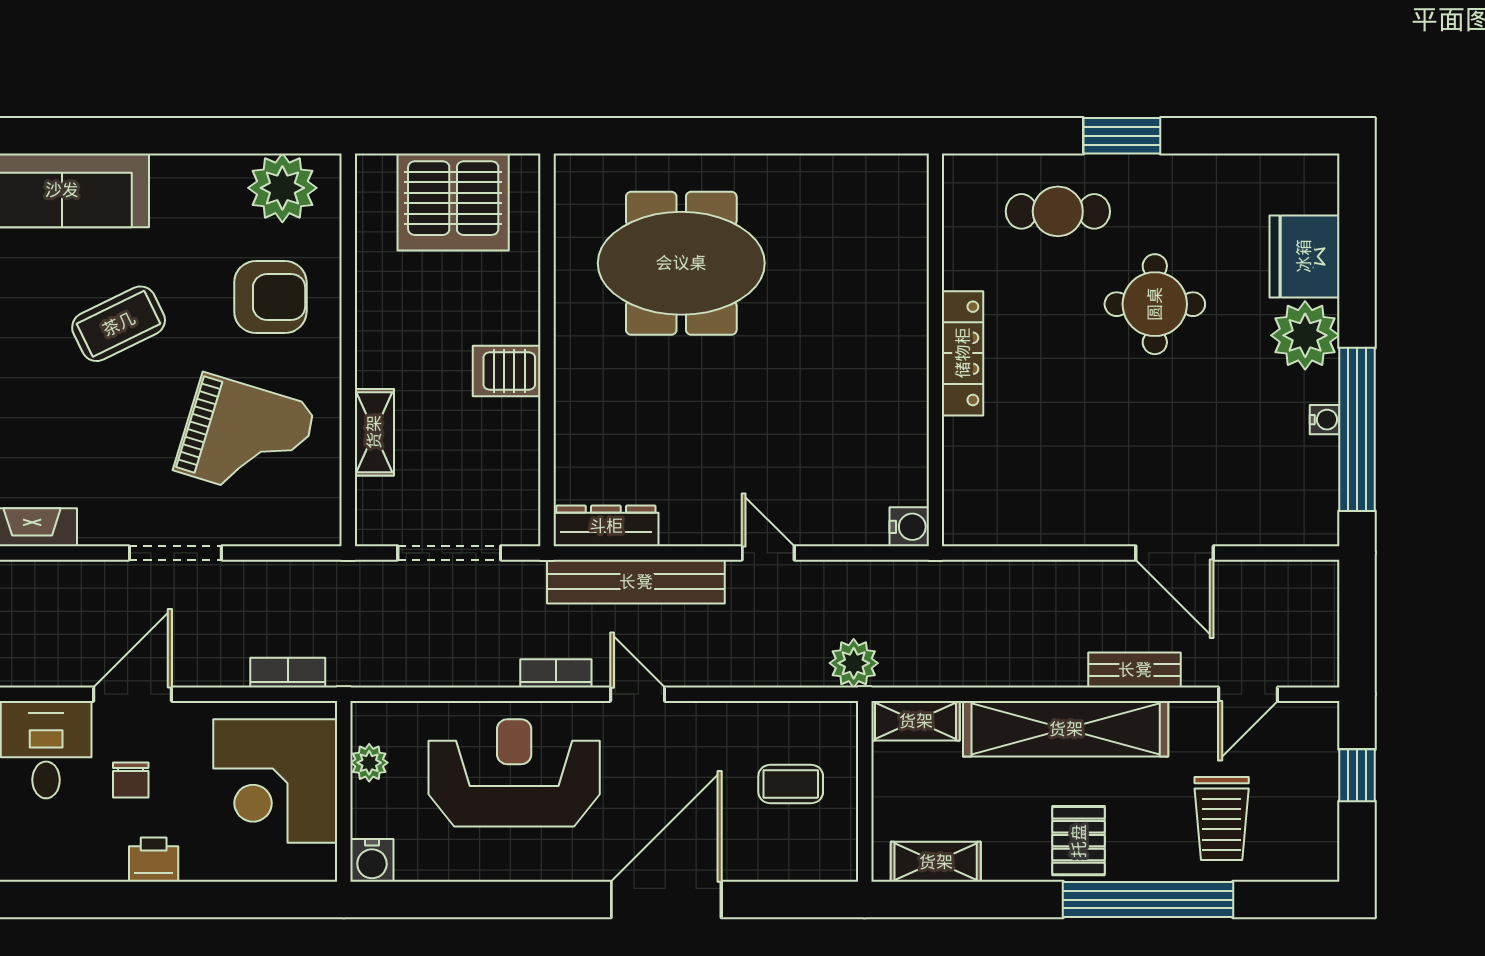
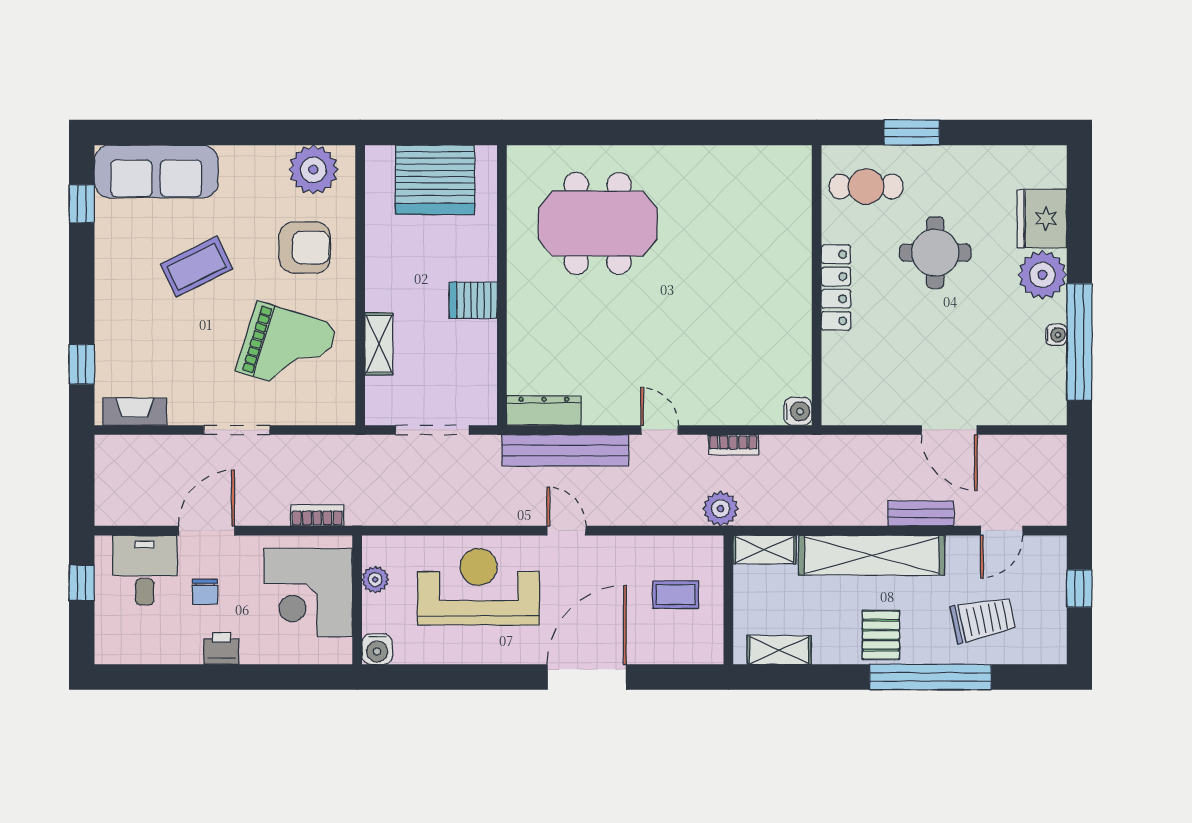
wall: (935, 350) -> (817, 285), moved
locker: (963, 353) -> (836, 288), moved
water cooler: (909, 527) -> (798, 411), moved
bookcase: (556, 673) -> (733, 445), moved, turned 180
trolley: (1222, 818) -> (983, 619), turned -102

